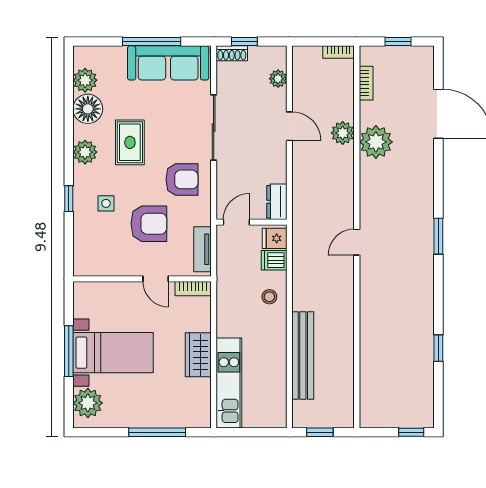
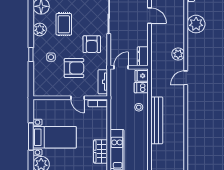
plant: (343, 133) -> (178, 54), moved
armchair: (182, 179) -> (92, 44), turned 90
wardrobe: (198, 355) -> (101, 151), moved
bench: (303, 355) -> (157, 120), moved

